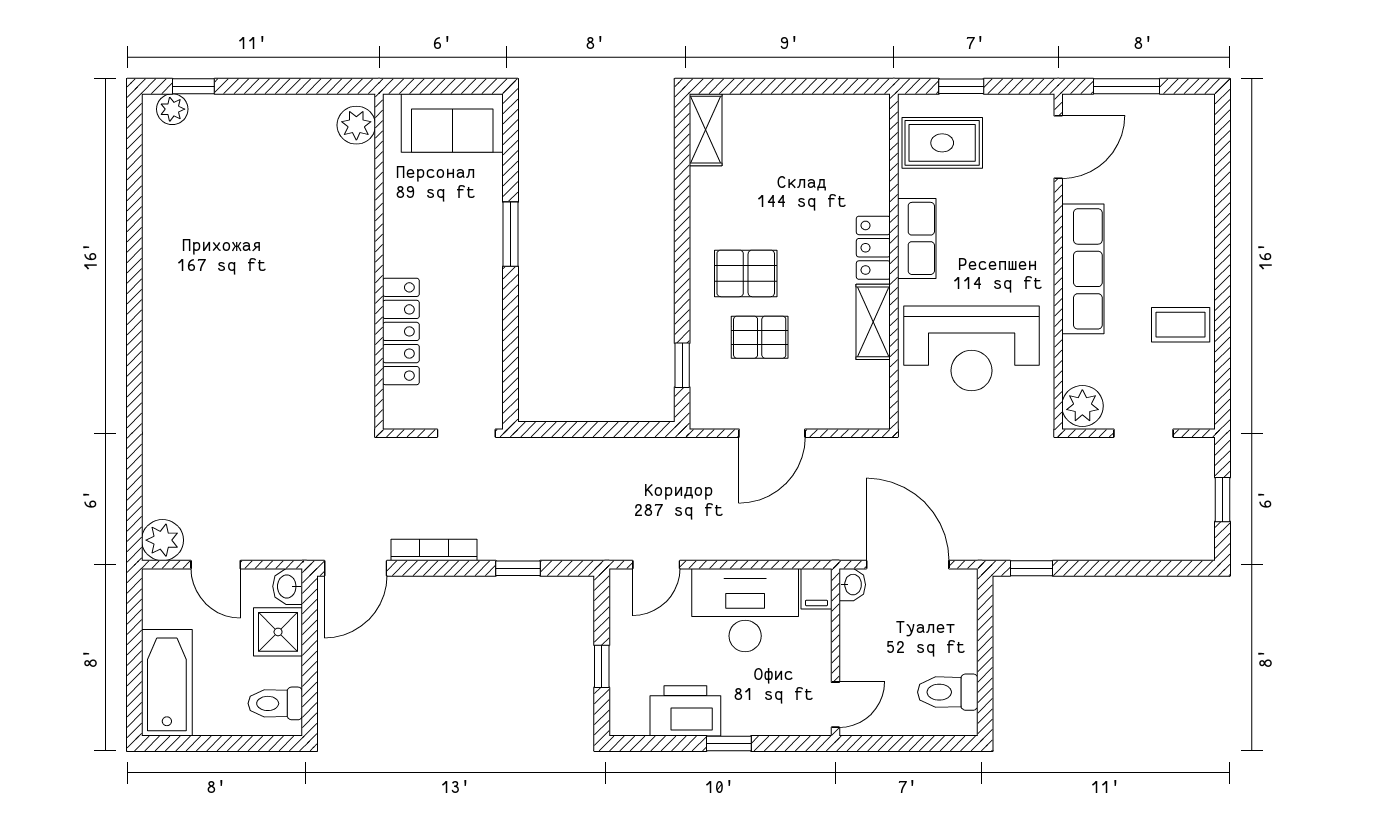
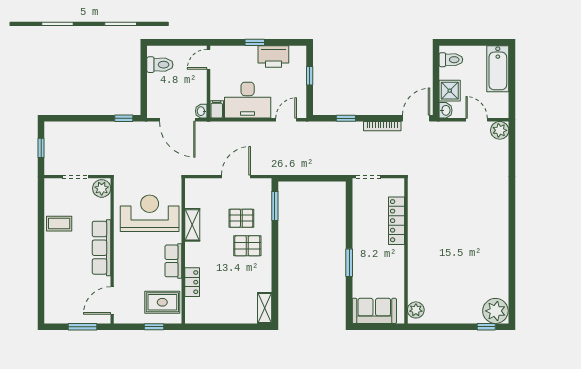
plant: (172, 109) -> (495, 311), width x1.87, depth x1.87
locker: (873, 248) -> (192, 282), moved
window: (682, 365) -> (275, 206), width x1.50

